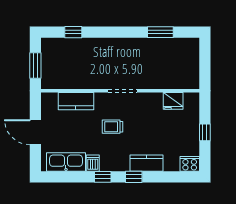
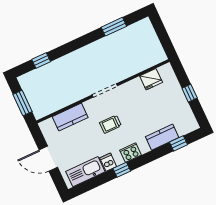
kitchen counter: (146, 163) -> (162, 137), moved
cooker: (190, 164) -> (131, 153), moved
window: (134, 177) -> (179, 143), moved

